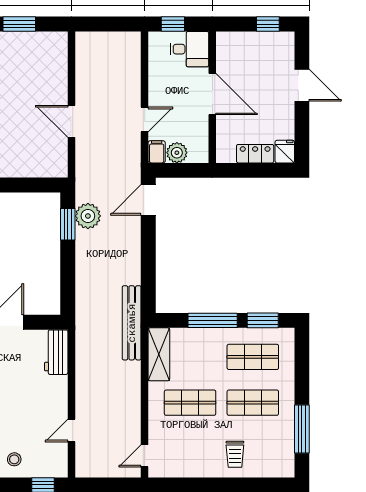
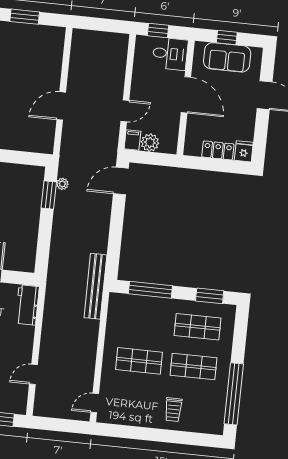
window: (268, 24) -> (227, 38), moved
sofa: (255, 47) -> (227, 57), added
door: (71, 121) -> (61, 106), hinge flipped
plant: (88, 216) -> (62, 184), width x0.53, depth x0.53
window: (213, 320) -> (150, 290), moved
shelving: (159, 354) -> (116, 316), removed
window: (302, 429) -> (234, 394), width x1.46

